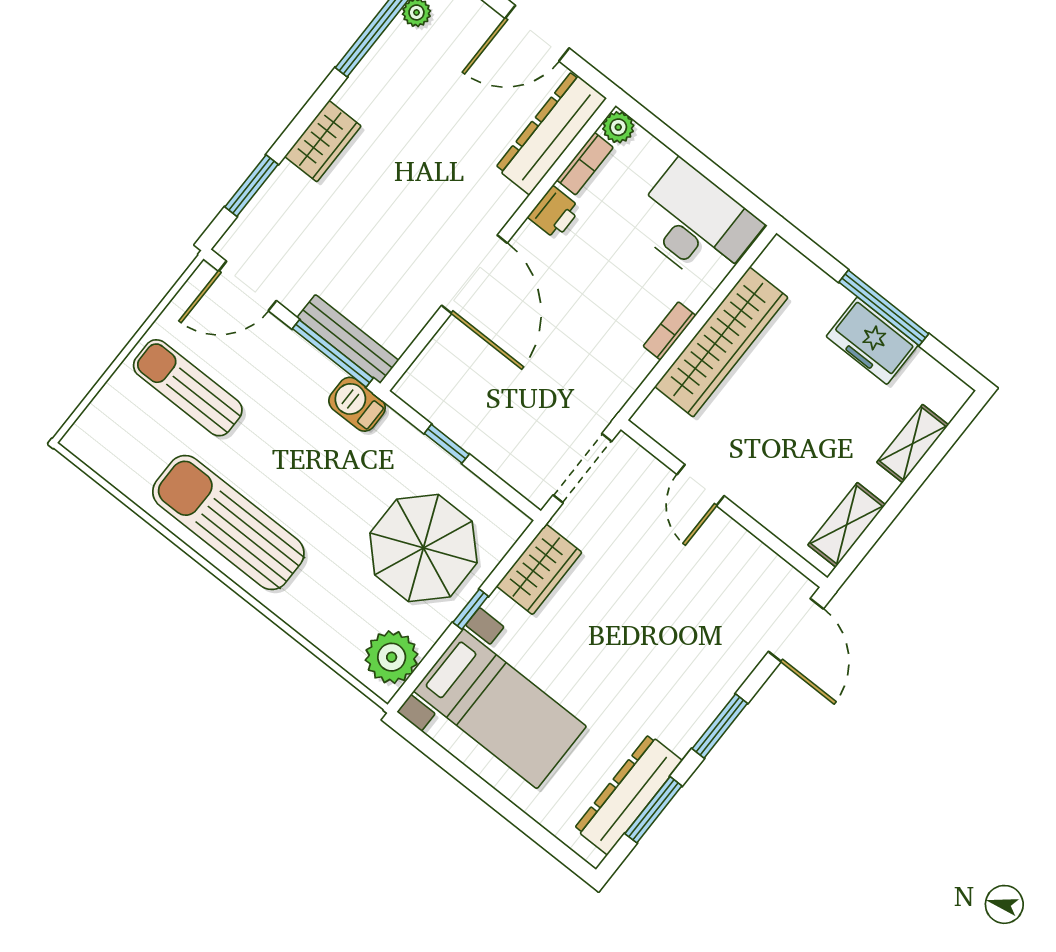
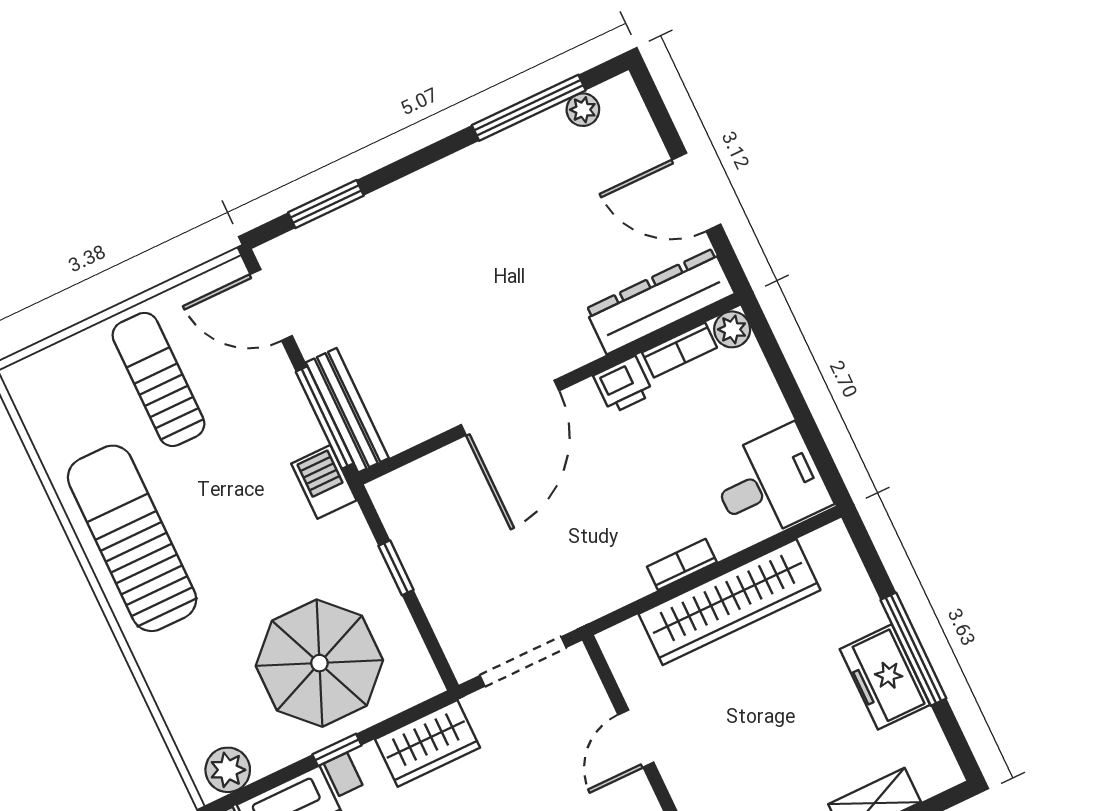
wardrobe: (323, 141) -> (422, 195), removed
desk: (696, 224) -> (770, 483), width x0.73
plant: (392, 657) -> (228, 770), width x0.73, depth x0.73

